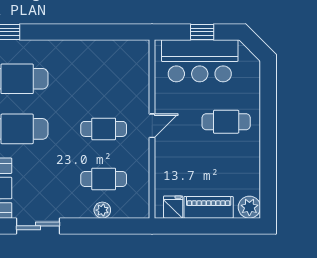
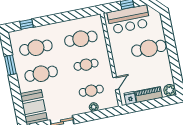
cafe table: (104, 79) -> (81, 39), added
cafe table: (226, 122) -> (149, 48), width x1.37, depth x1.35
door: (152, 126) -> (116, 83), moved

